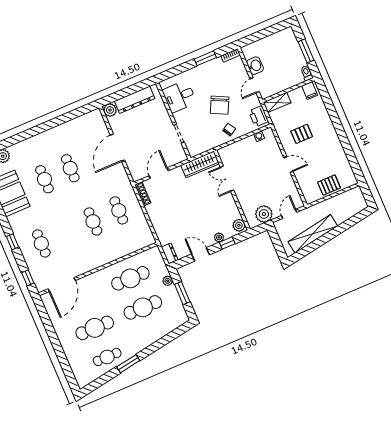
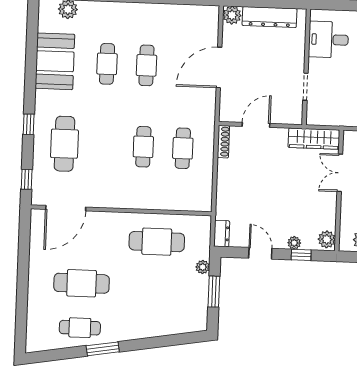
cafe table: (41, 243) -> (64, 144), width x1.37, depth x1.35
cafe table: (143, 307) -> (155, 286), removed

